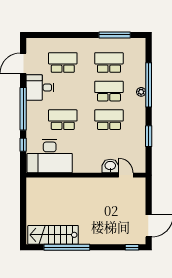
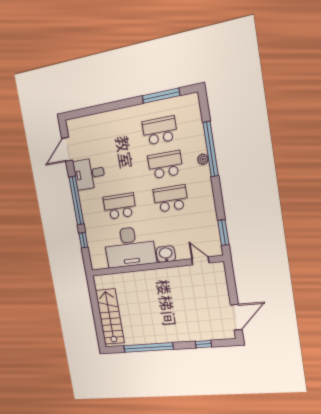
school desk: (63, 63) -> (108, 140), removed
window: (149, 136) -> (223, 232), moved
desk: (50, 156) -> (130, 247), moved
washbasin: (110, 166) -> (166, 254), moved
stairs: (53, 235) -> (110, 317), moved, turned 90
window: (132, 247) -> (203, 344), moved

